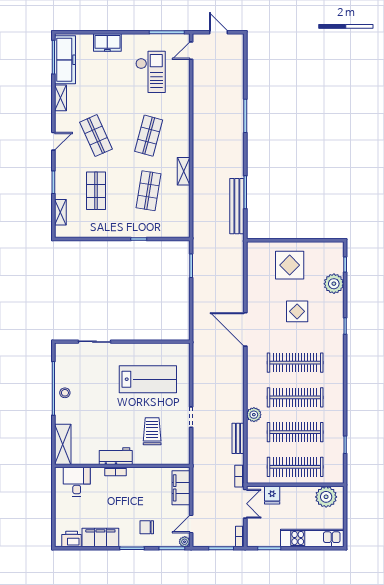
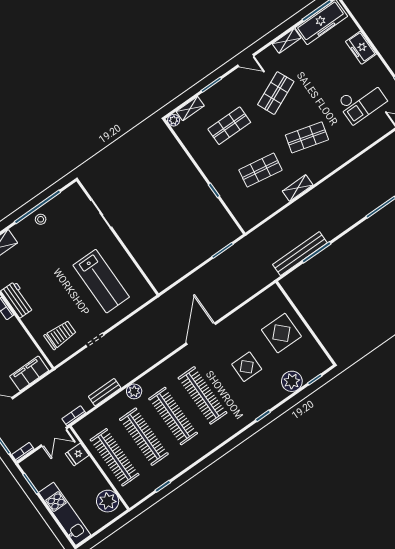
plant: (60, 232) -> (174, 120), added
trolley: (152, 431) -> (60, 335), moved

